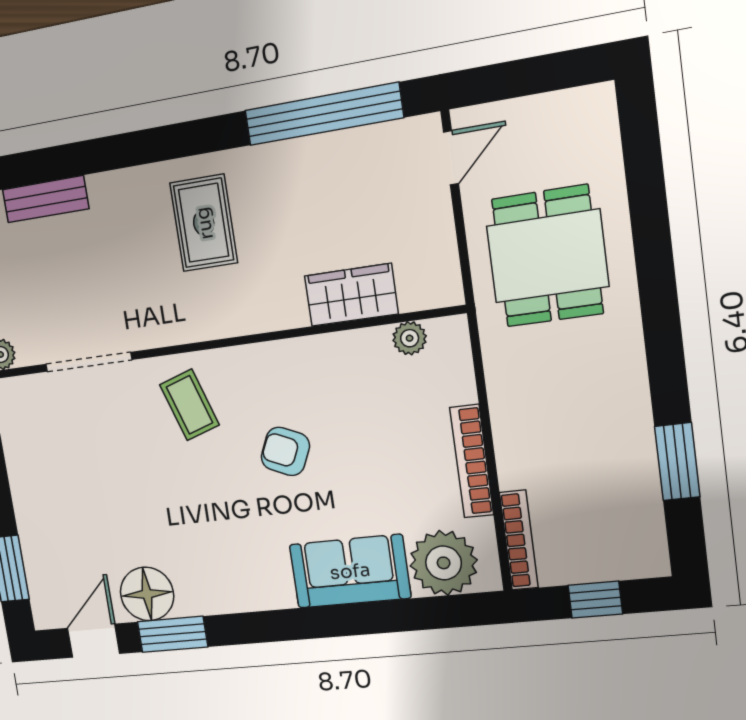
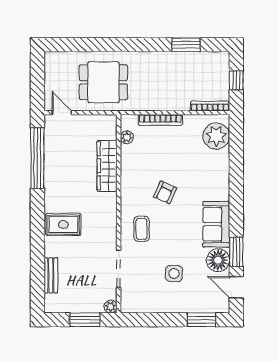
rug: (204, 223) -> (63, 225), moved
wardrobe: (351, 295) -> (107, 166), width x1.50
coffee table: (189, 405) -> (142, 229), turned -72
bookcase: (472, 461) -> (160, 120), moved
side table: (100, 495) -> (174, 274), added
sofa: (350, 571) -> (216, 224), moved

